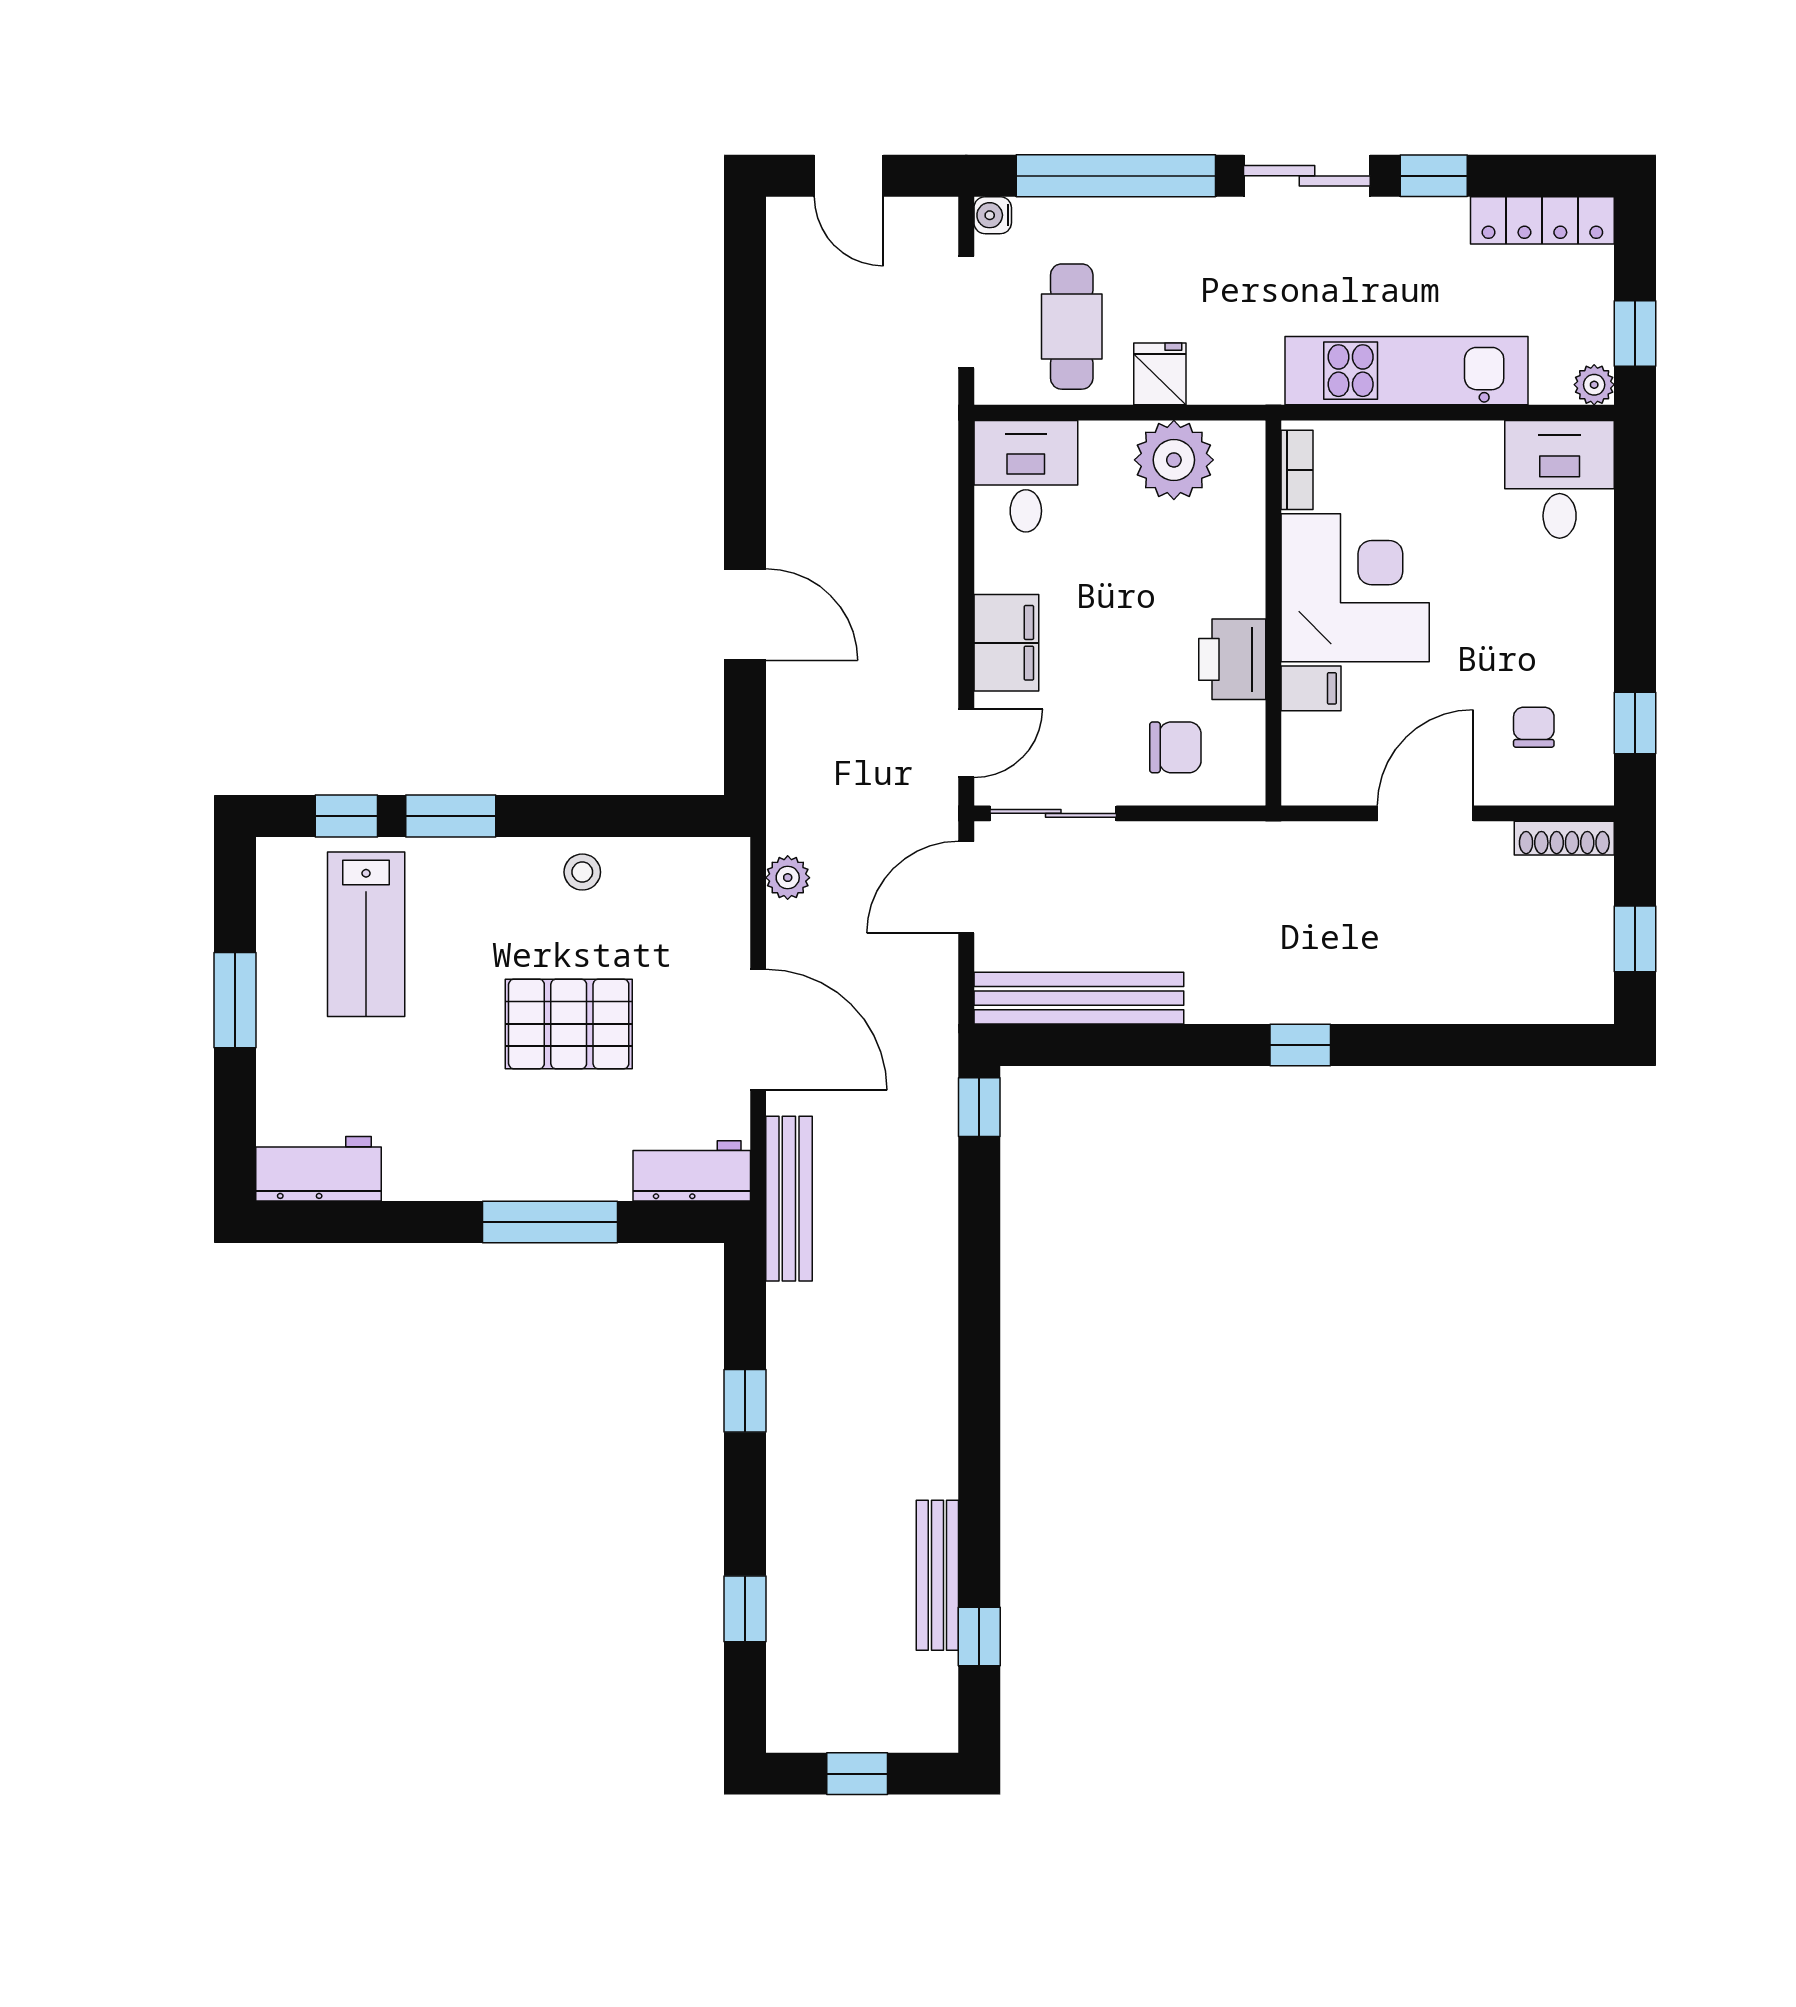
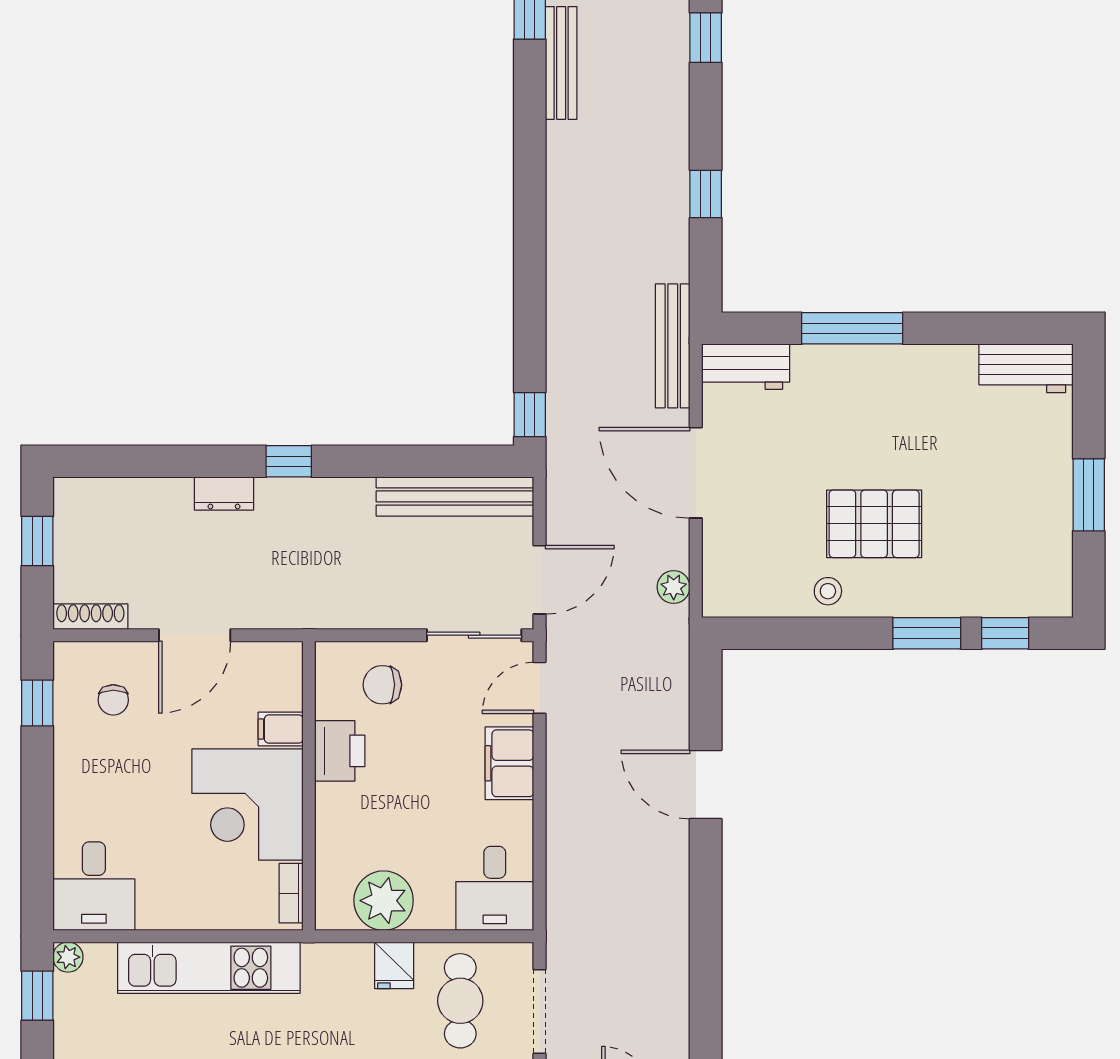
lab bench: (366, 934) -> (990, 544), removed
dresser: (1386, 1002) -> (224, 493), added
pallet: (569, 1024) -> (874, 524), moved

